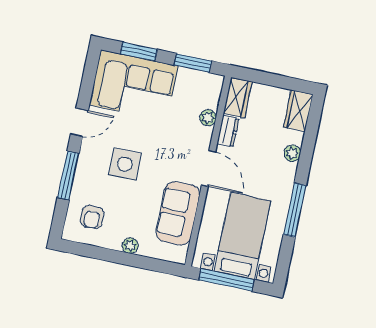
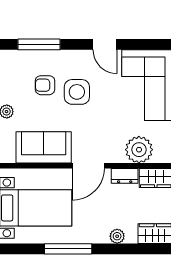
plant: (208, 118) -> (139, 150), width x1.88, depth x1.88
window: (68, 175) -> (39, 44), moved
armchair: (92, 217) -> (45, 85), moved

